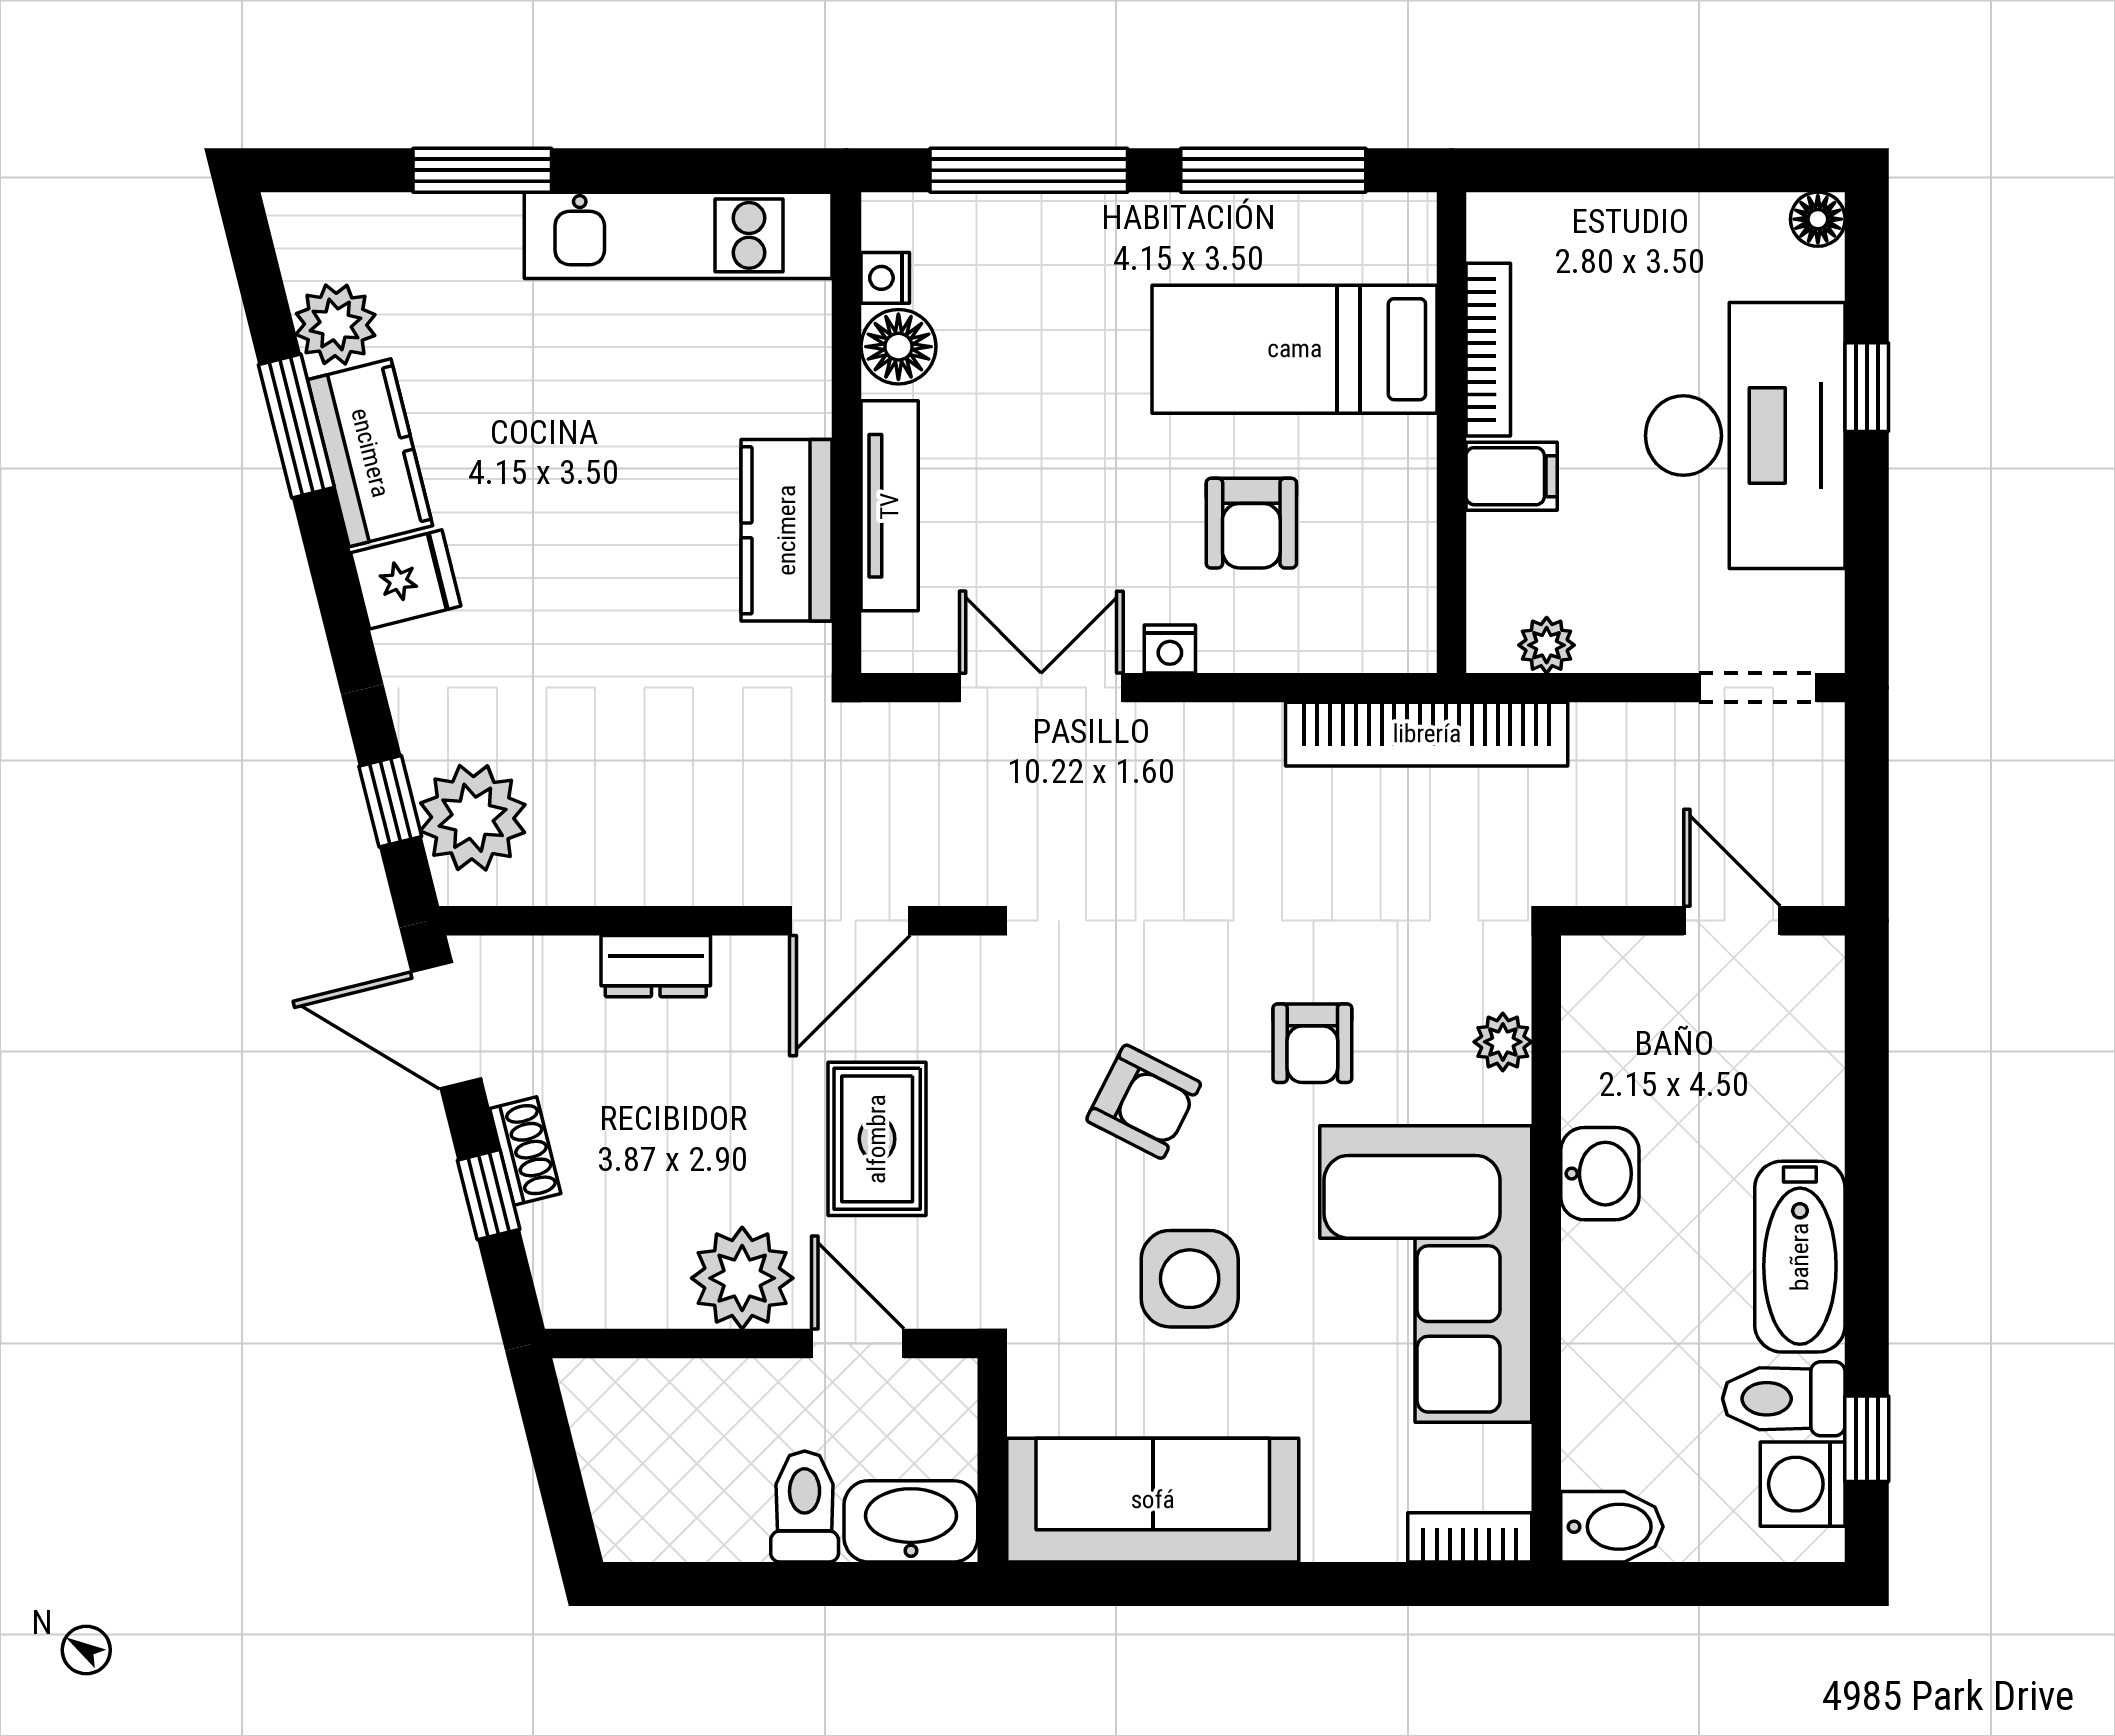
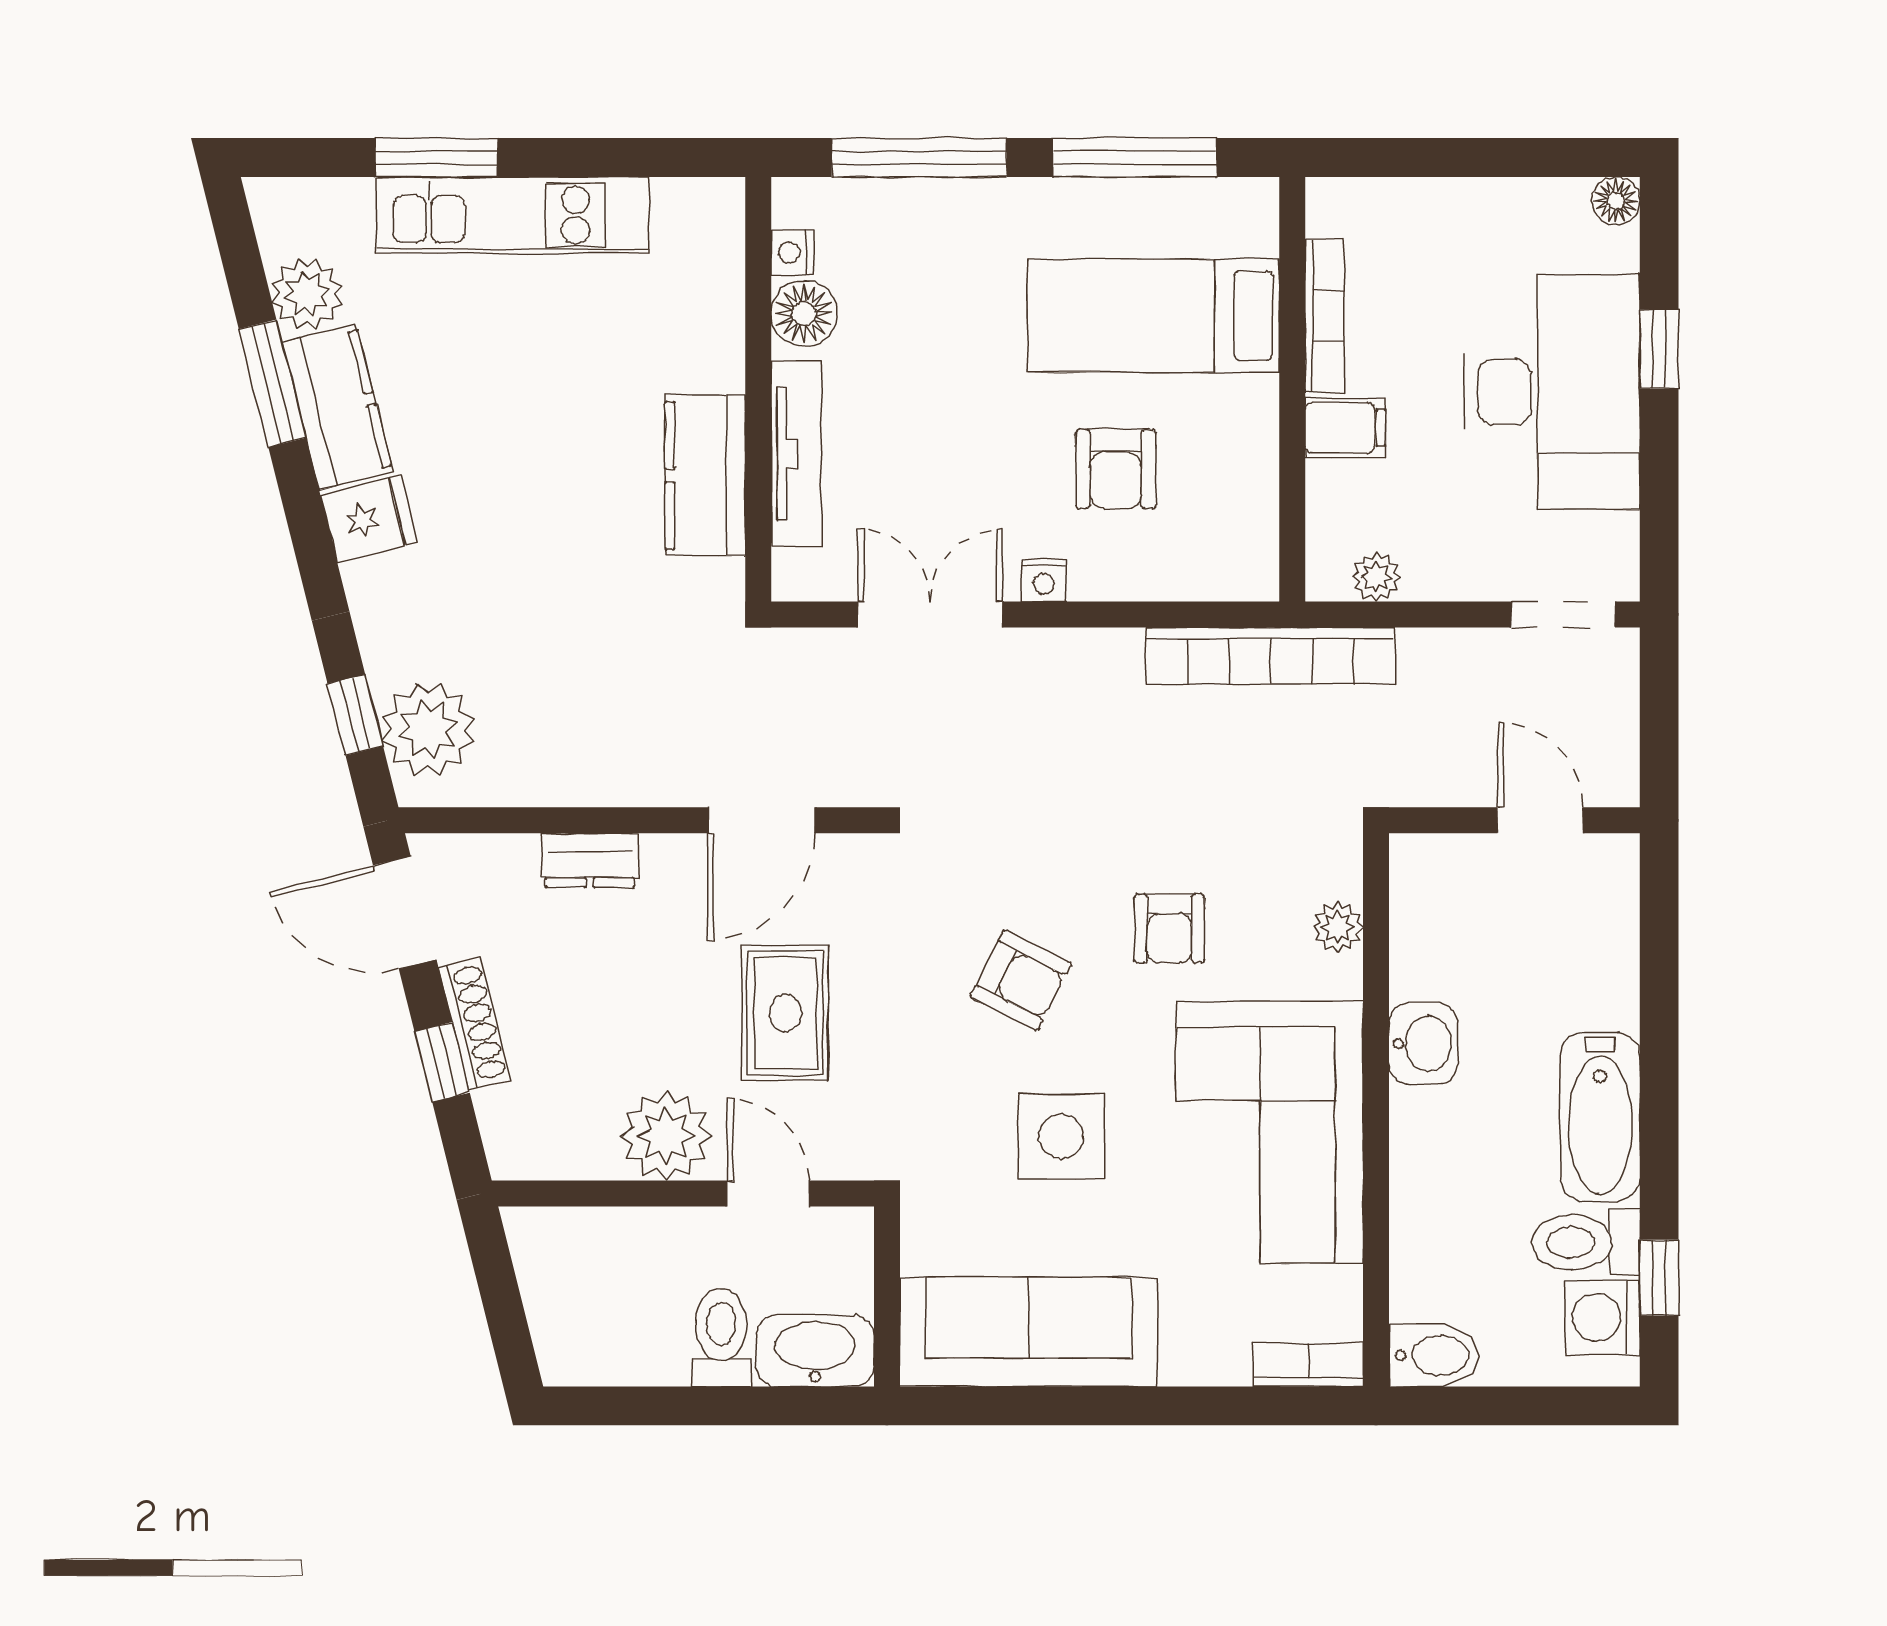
kitchen unit: (678, 235) -> (513, 215), moved
shoe rack: (525, 1151) -> (475, 1024), width x1.43

